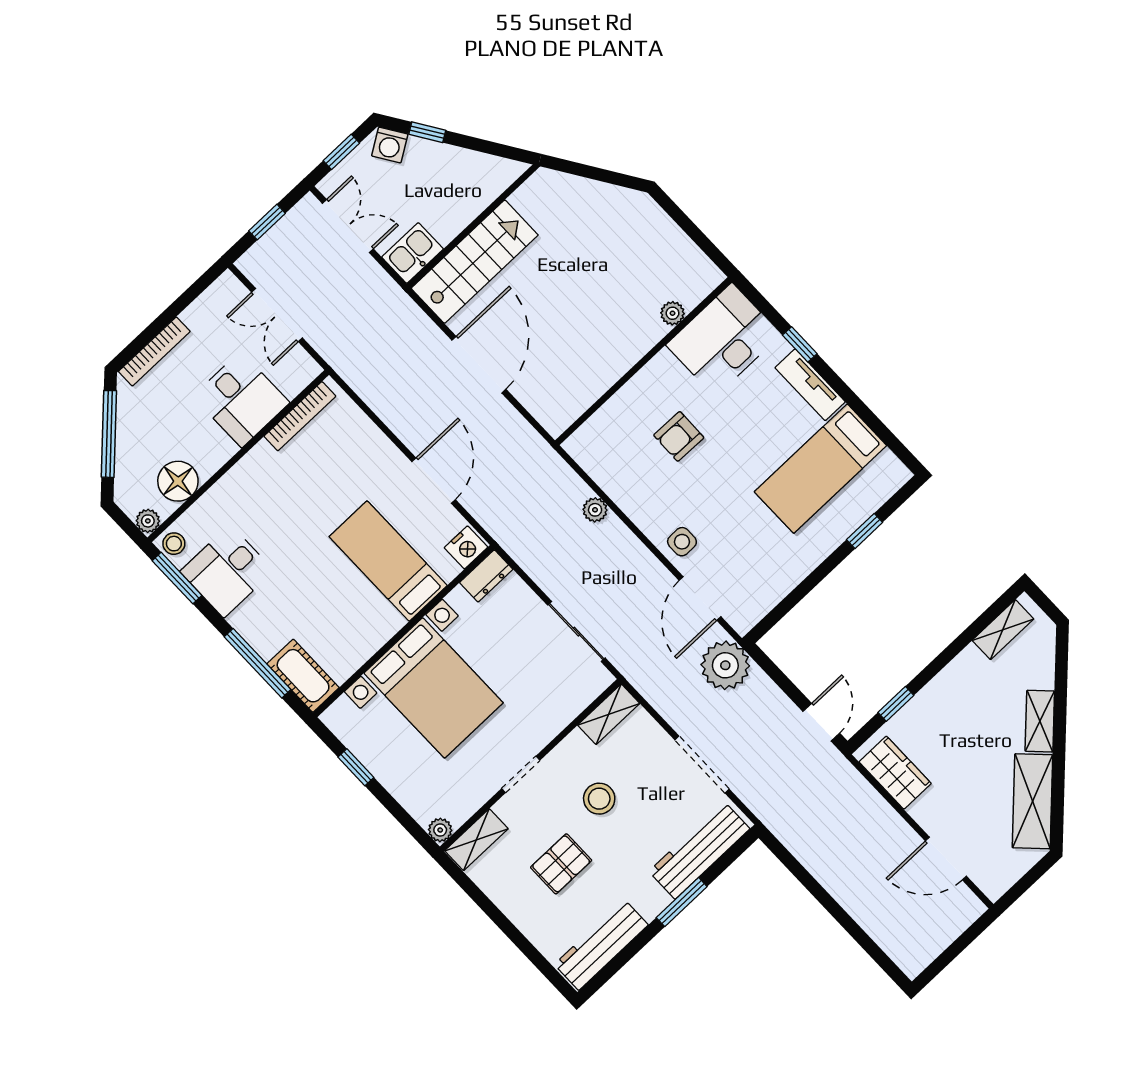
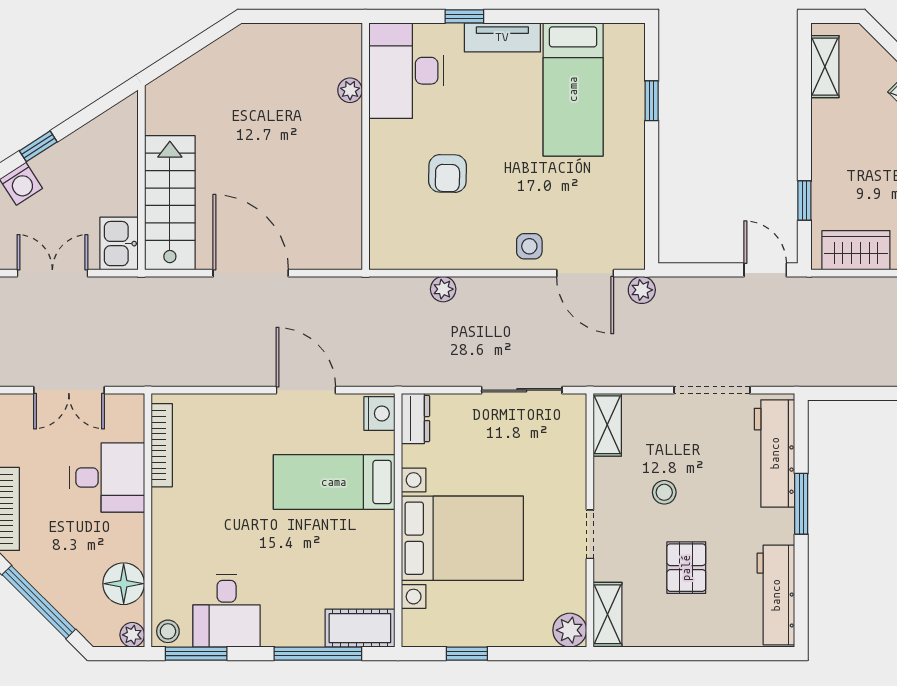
plant: (725, 665) -> (642, 290), width x0.53, depth x0.53
stool: (599, 799) -> (664, 492), width x0.73, depth x0.73
plant: (440, 830) -> (570, 630), width x1.38, depth x1.38

